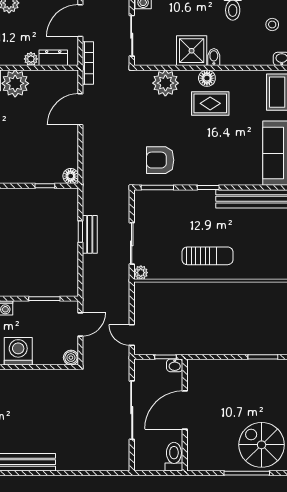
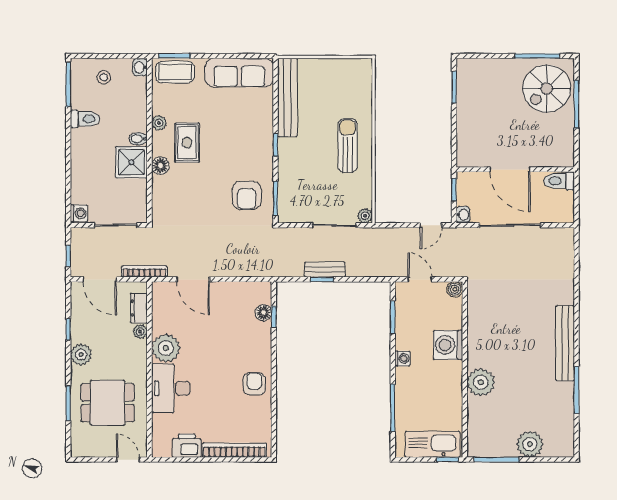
floor lamp: (207, 78) -> (160, 166), moved
plant: (165, 83) -> (159, 123), moved, width x0.53, depth x0.53
floor lamp: (71, 176) -> (263, 313), moved
washbasin: (175, 365) -> (463, 215), moved

